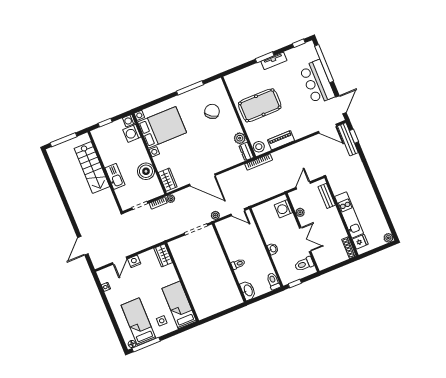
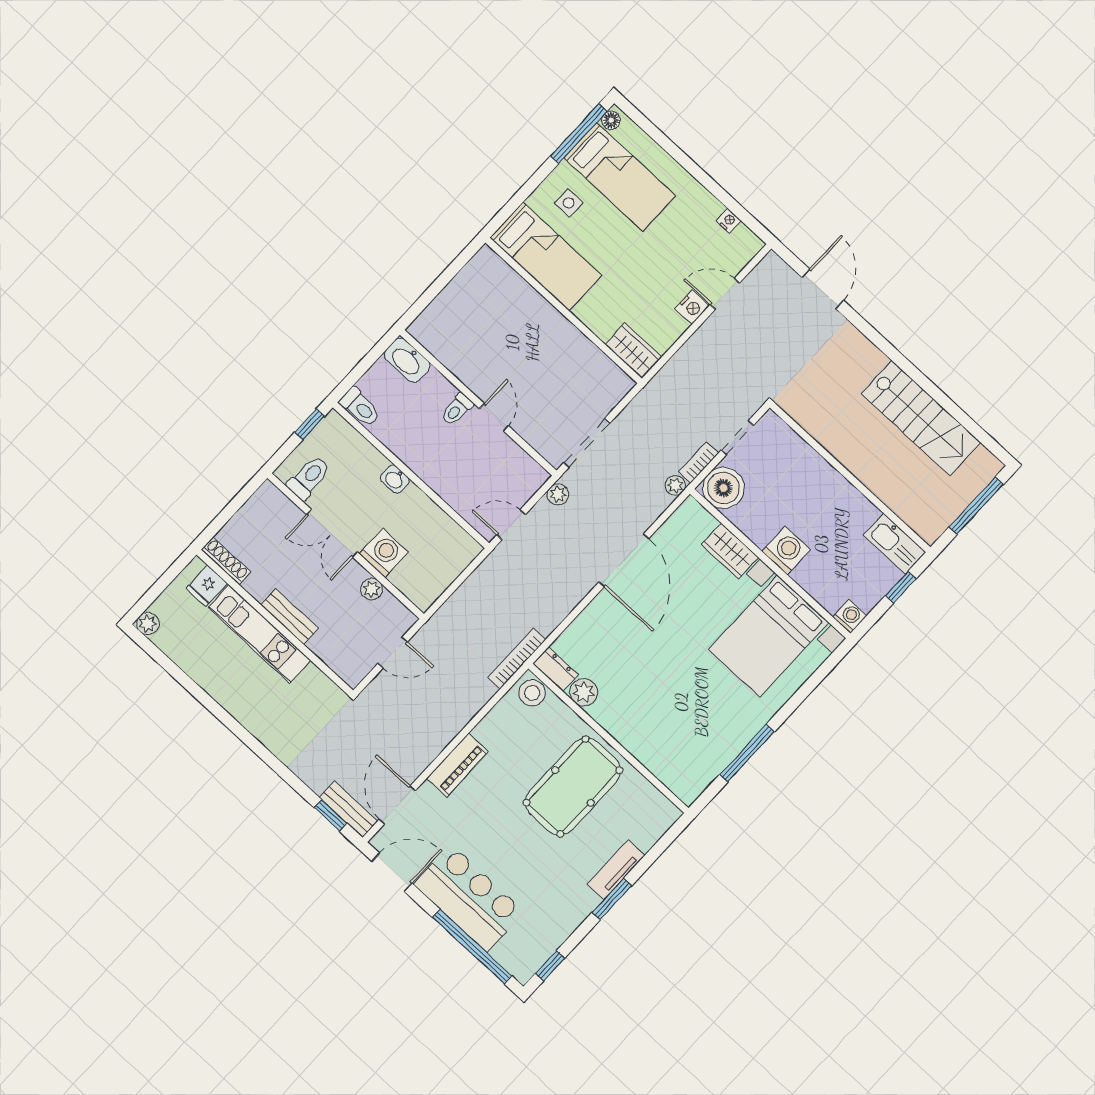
tv unit: (274, 61) -> (616, 870), moved
door: (341, 105) -> (392, 872), swing flipped
chair: (212, 111) -> (673, 723), removed
door: (328, 129) -> (397, 805), hinge flipped
washing machine: (132, 133) -> (786, 551), moved
bench: (348, 139) -> (348, 809), width x0.73
piano: (281, 140) -> (457, 765), moved
stairs: (92, 168) -> (921, 418), moved, turned 180
boiler: (146, 171) -> (723, 488), moved
kitchen sink: (115, 176) -> (895, 544), moved
wardrobe: (168, 180) -> (730, 551), moved
door: (202, 180) -> (624, 560), swing flipped
door: (303, 185) -> (393, 653), hinge flipped
bench: (327, 196) -> (290, 617), moved
washing machine: (283, 209) -> (384, 553), moved
door: (226, 255) -> (494, 417), added
door: (120, 261) -> (725, 294), hinge flipped

